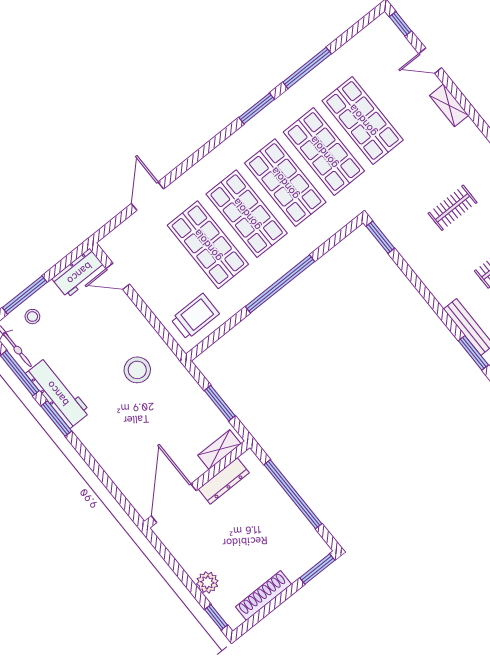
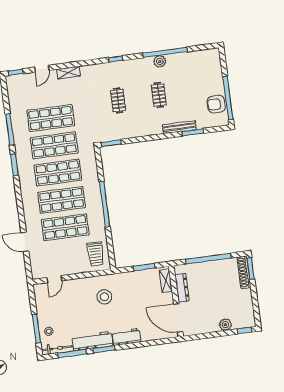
workbench: (79, 273) -> (126, 337), moved, turned -90
trolley: (195, 316) -> (96, 254), turned 180
shoe rack: (264, 596) -> (244, 272), moved

